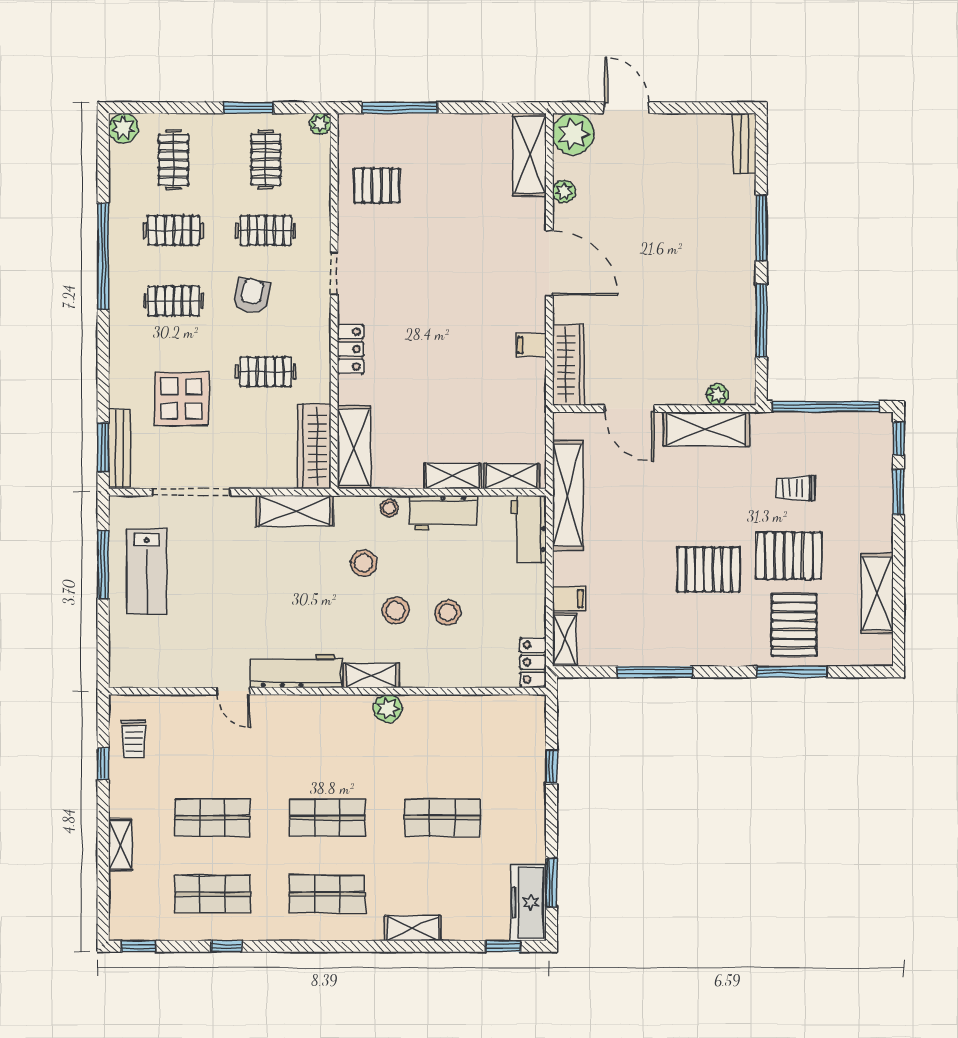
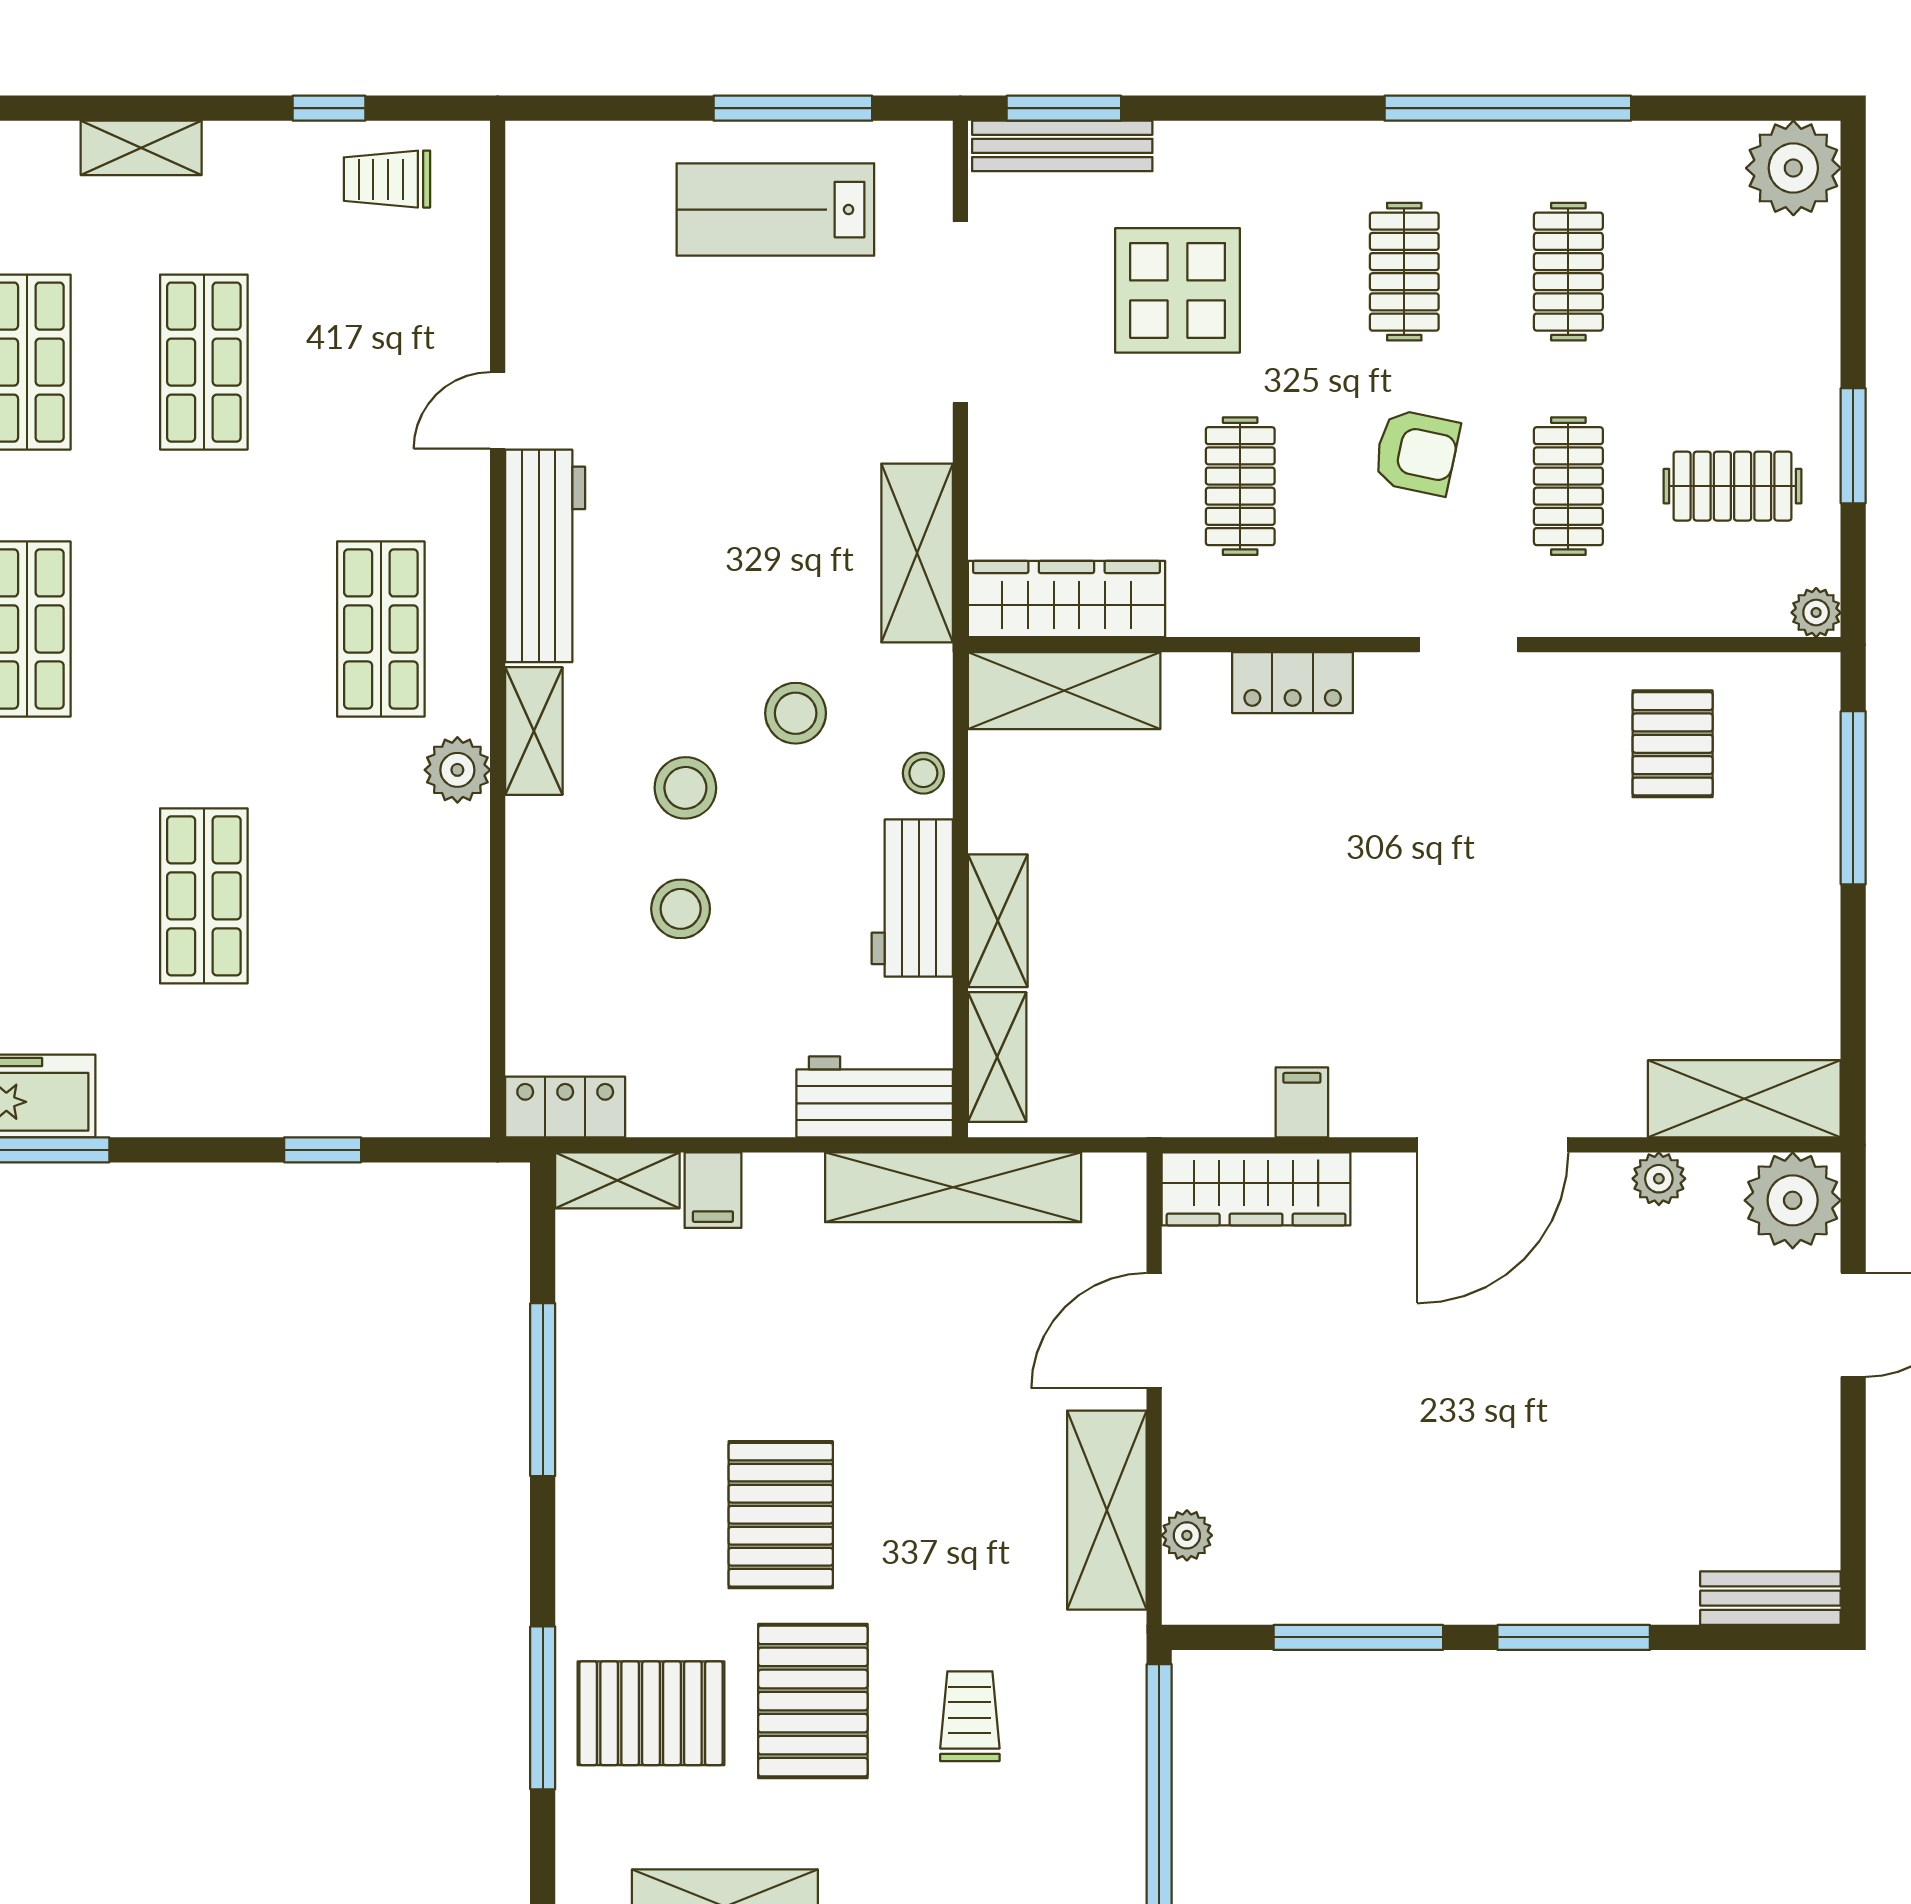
plant: (123, 128) -> (1793, 168), width x1.36, depth x1.36
clothes rail: (173, 160) -> (1732, 272), removed
shop shelf: (327, 818) -> (381, 629), moved

